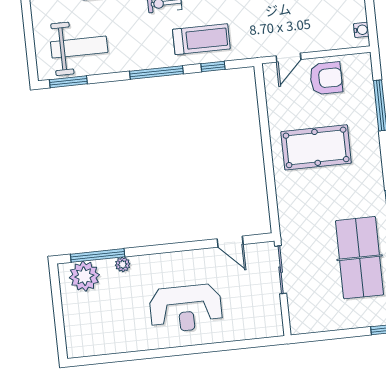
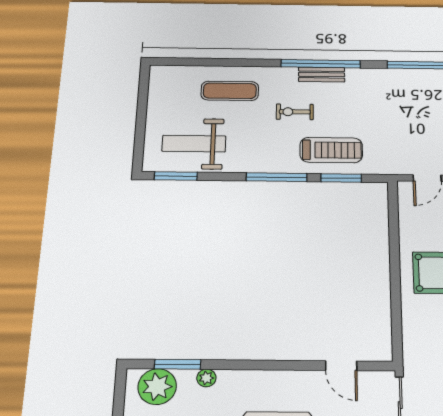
weight bench: (79, 47) -> (194, 144), turned 180
window: (213, 67) -> (341, 178), width x1.50
window: (98, 255) -> (178, 364), width x0.69

